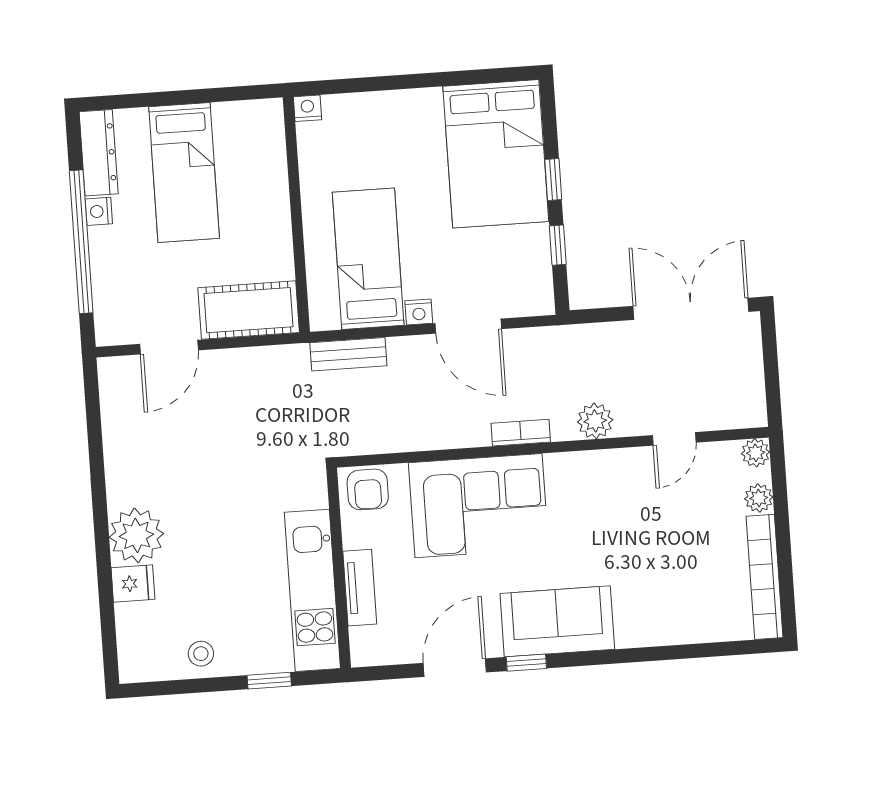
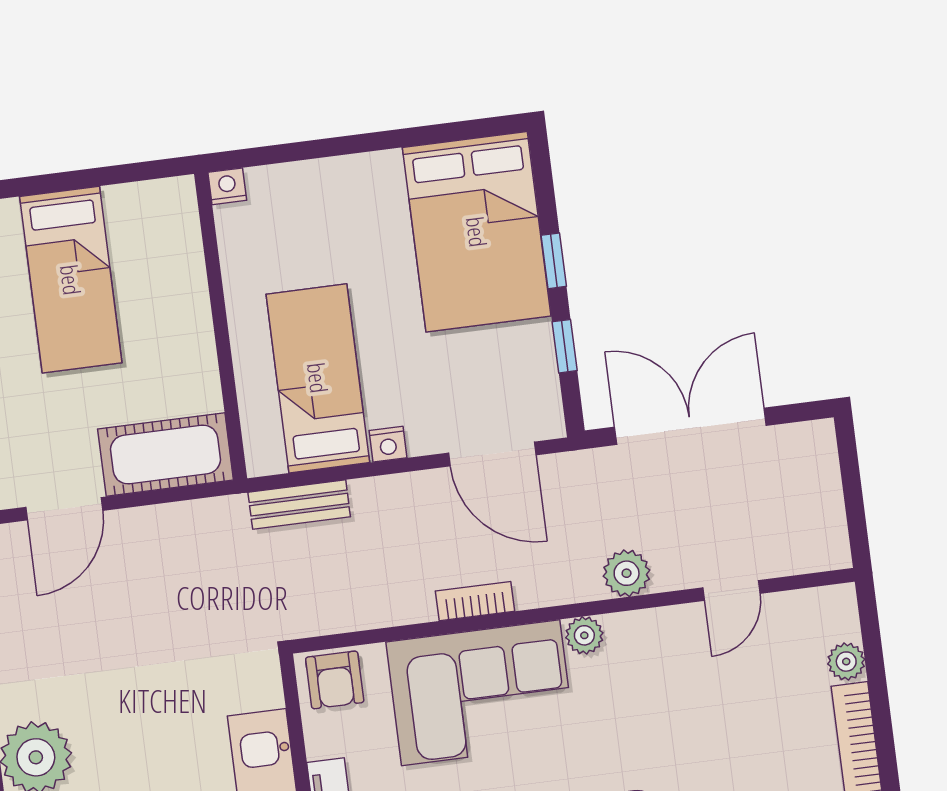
double door: (691, 309) -> (690, 426), moved
door: (468, 326) -> (492, 454), moved
bookcase: (521, 433) -> (475, 601), moved
plant: (756, 453) -> (584, 635), moved

